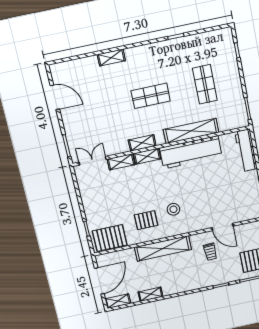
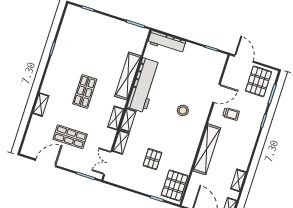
shop shelf: (205, 84) -> (70, 137), moved
stool: (173, 209) -> (183, 110), moved
pallet: (146, 220) -> (152, 159), moved

